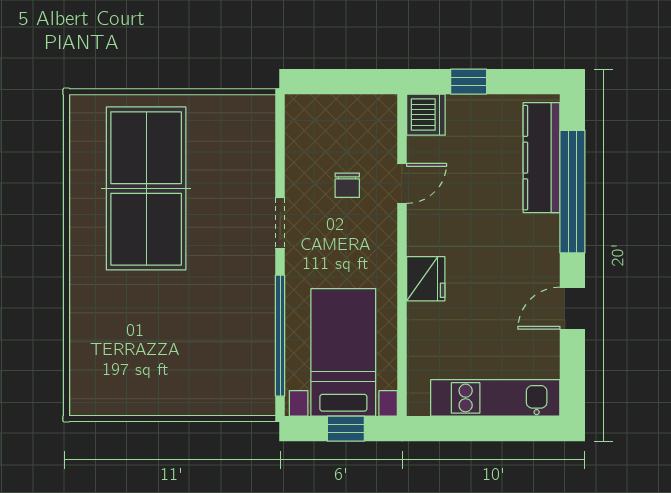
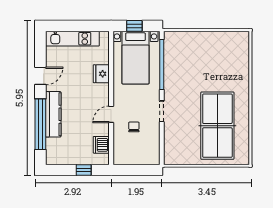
dishwasher: (426, 115) -> (101, 145), moved
kitchen counter: (542, 158) -> (53, 114), moved
door: (402, 183) -> (111, 114), moved
fridge: (426, 279) -> (101, 74), moved

